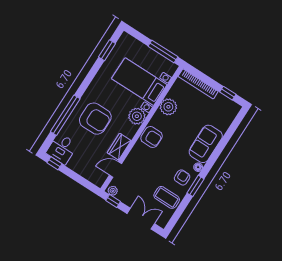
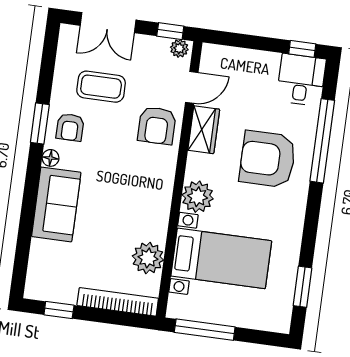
plant: (168, 107) -> (148, 258), moved
armchair: (152, 137) -> (157, 126), moved, turned -90
coffee table: (167, 197) -> (101, 87), moved

